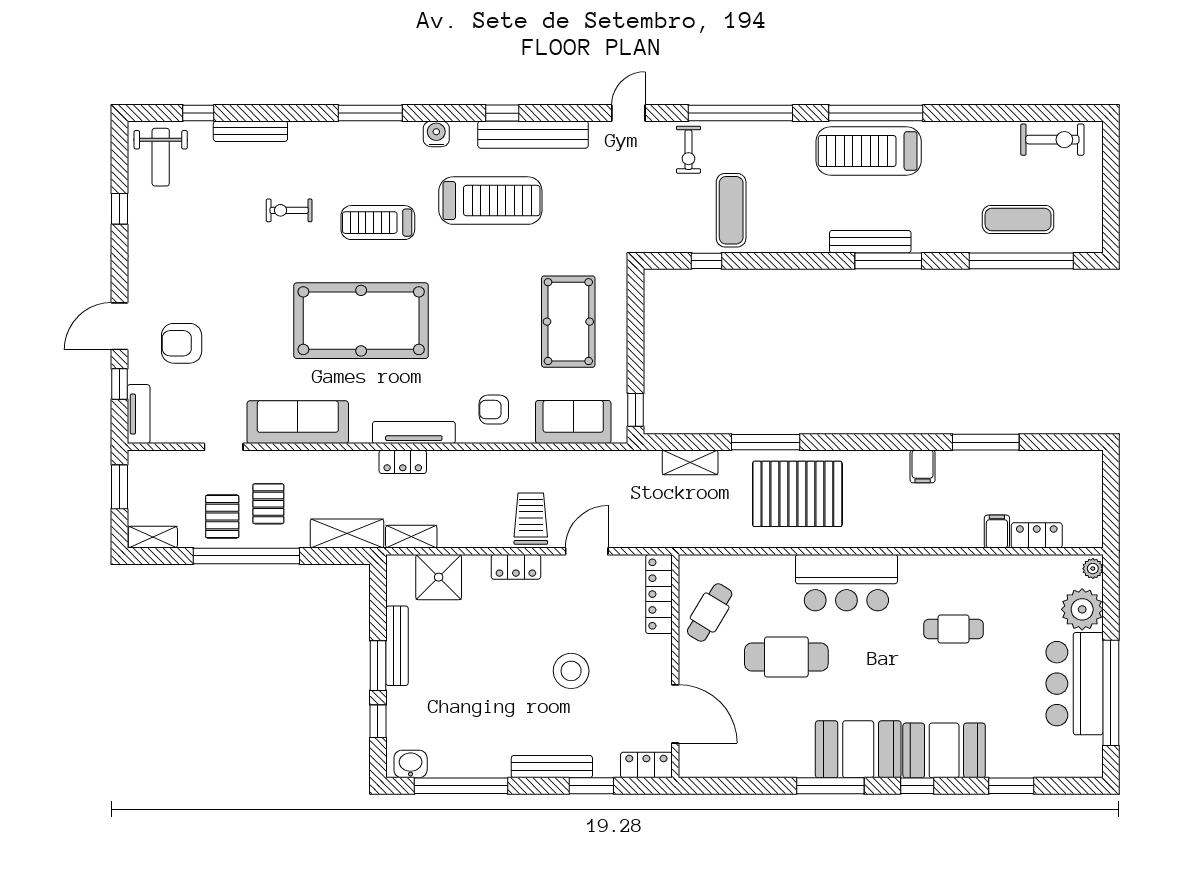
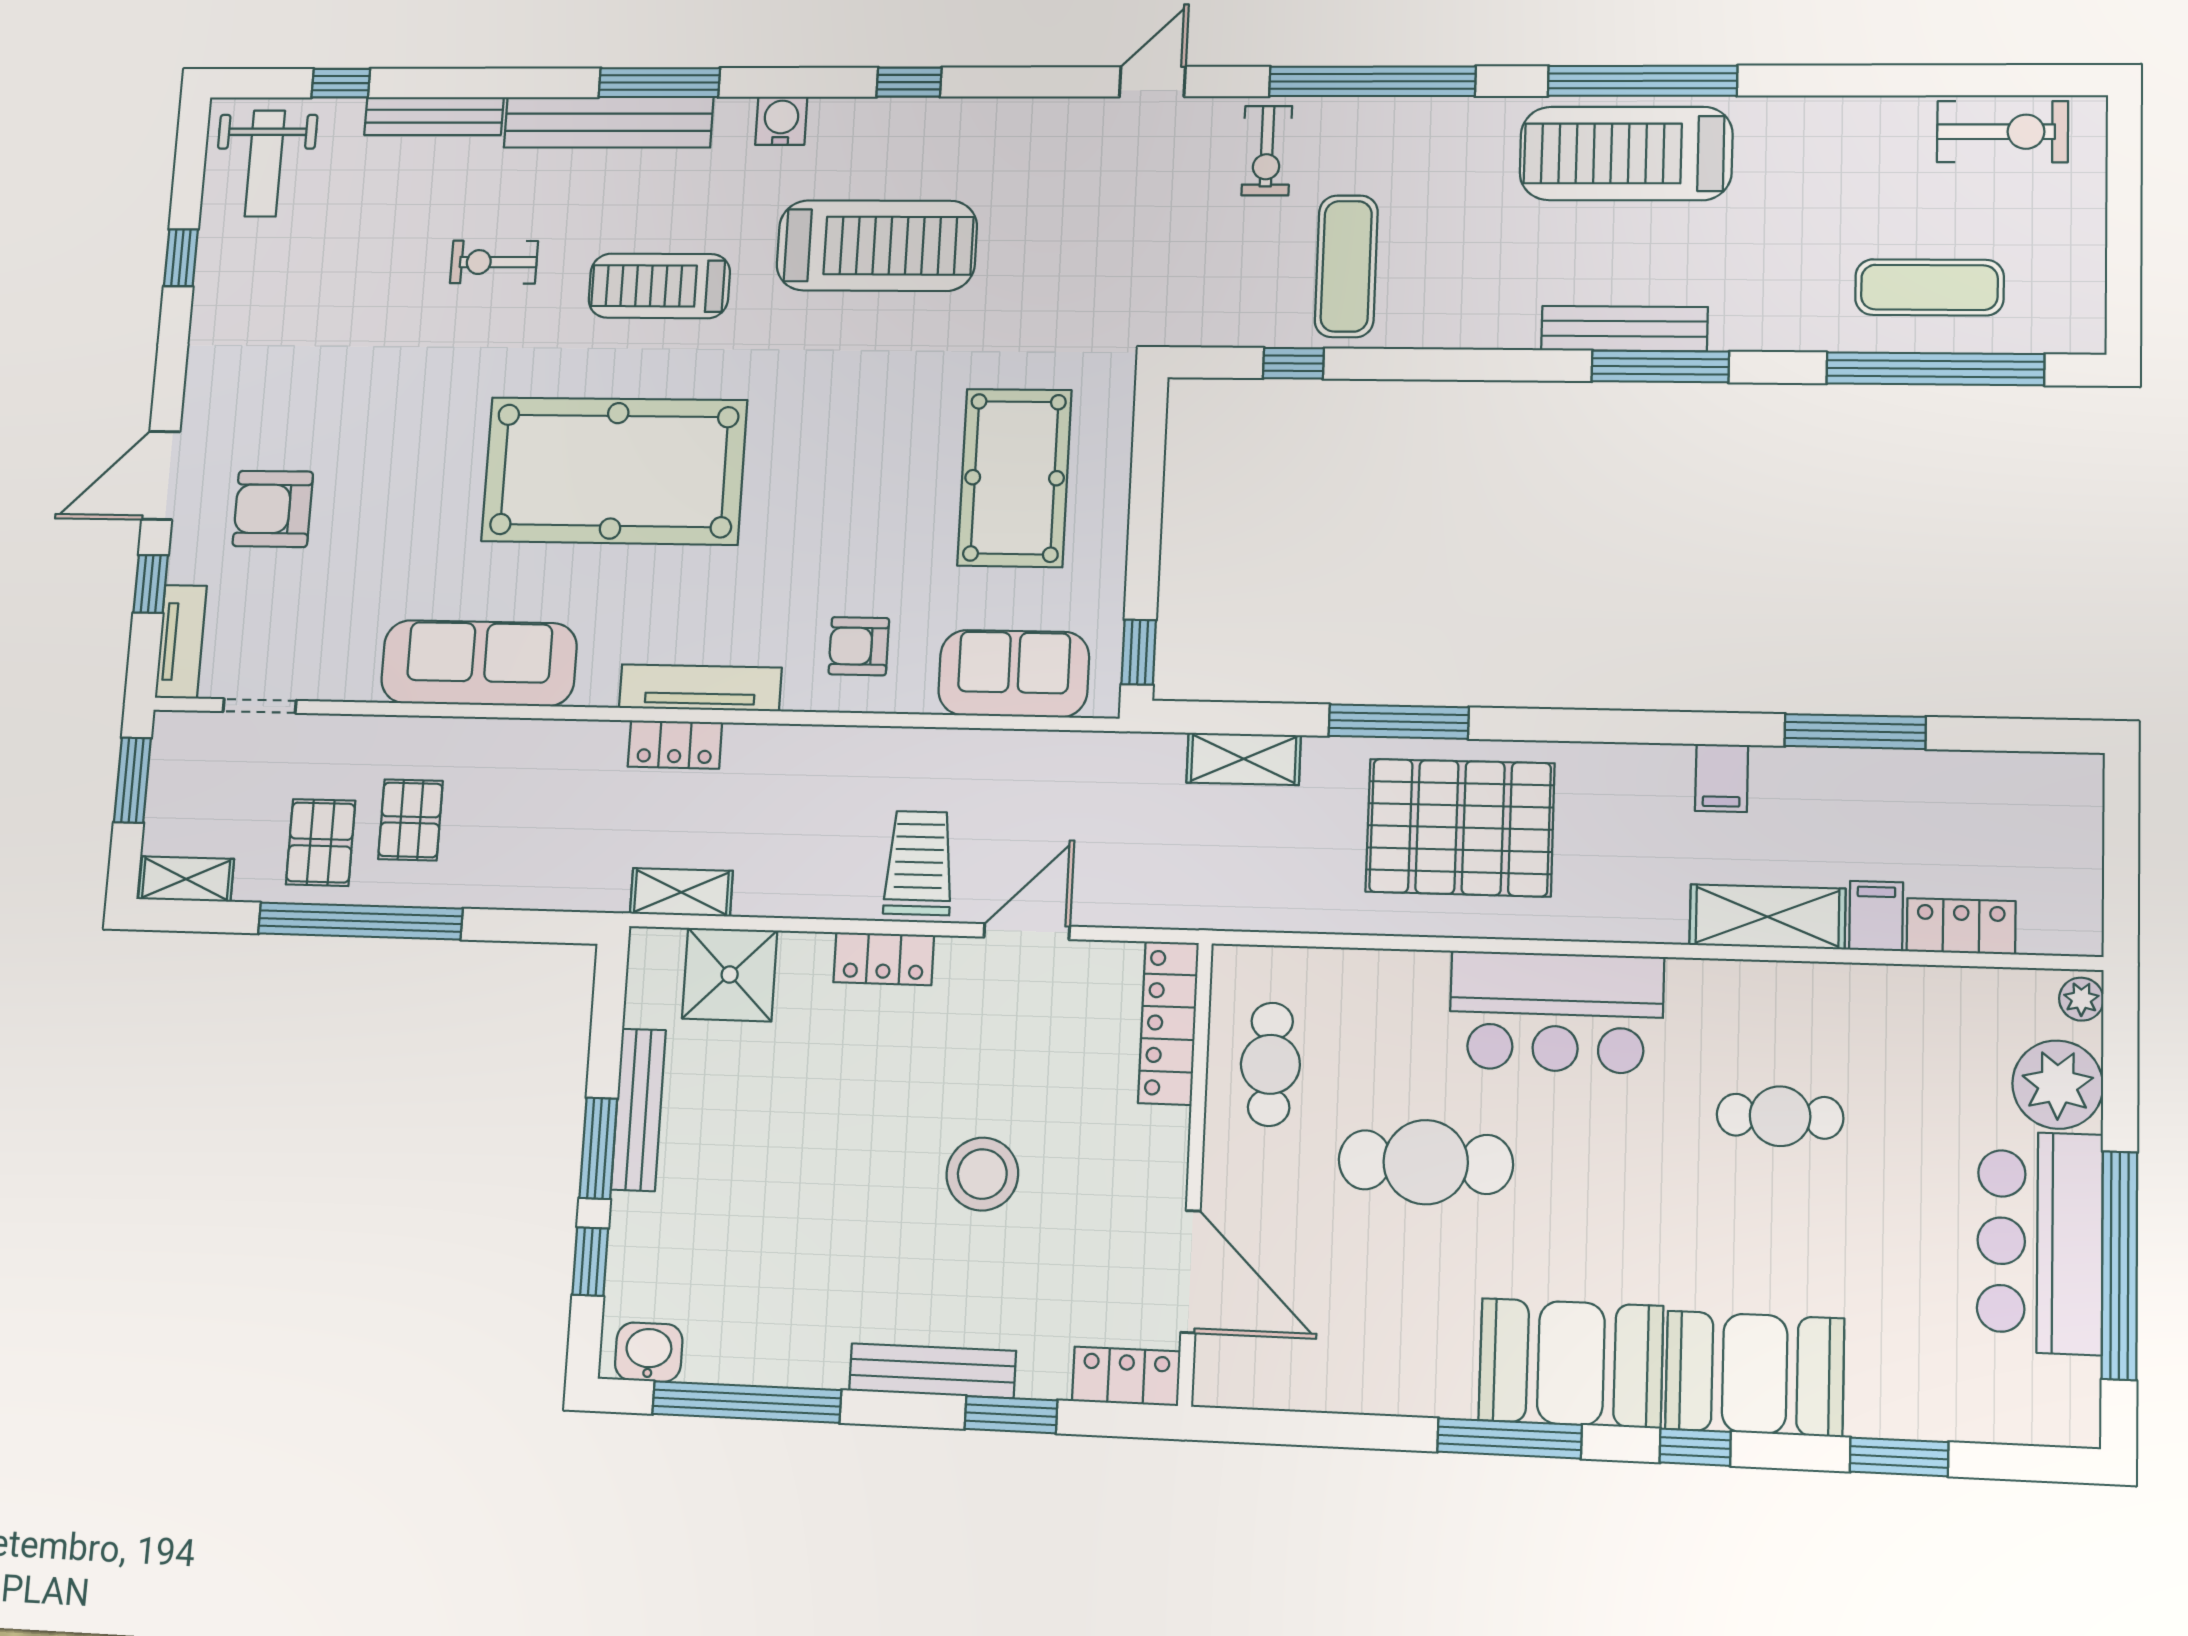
bench: (533, 135) -> (608, 122), moved
doorway: (224, 447) -> (260, 706), moved
shelving: (347, 533) -> (1767, 917), moved
cafe table: (710, 613) -> (1270, 1064), turned -31

